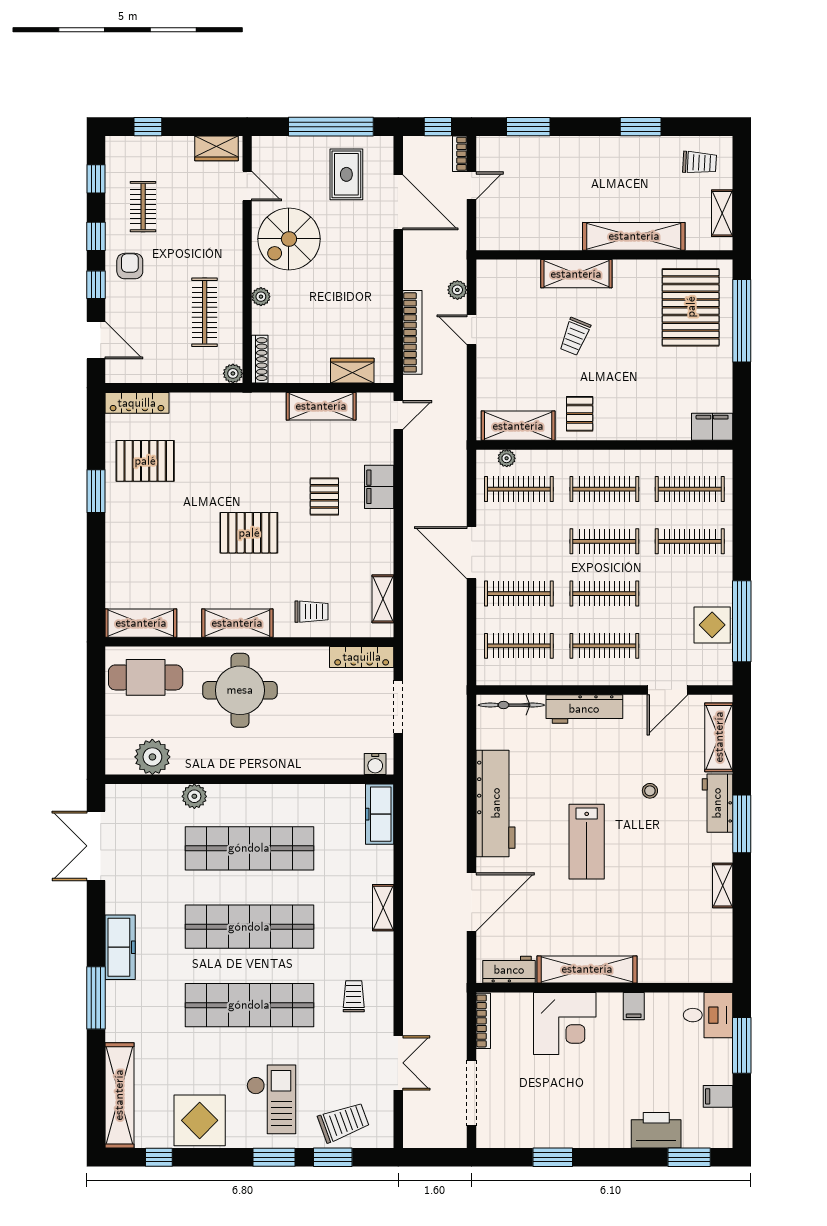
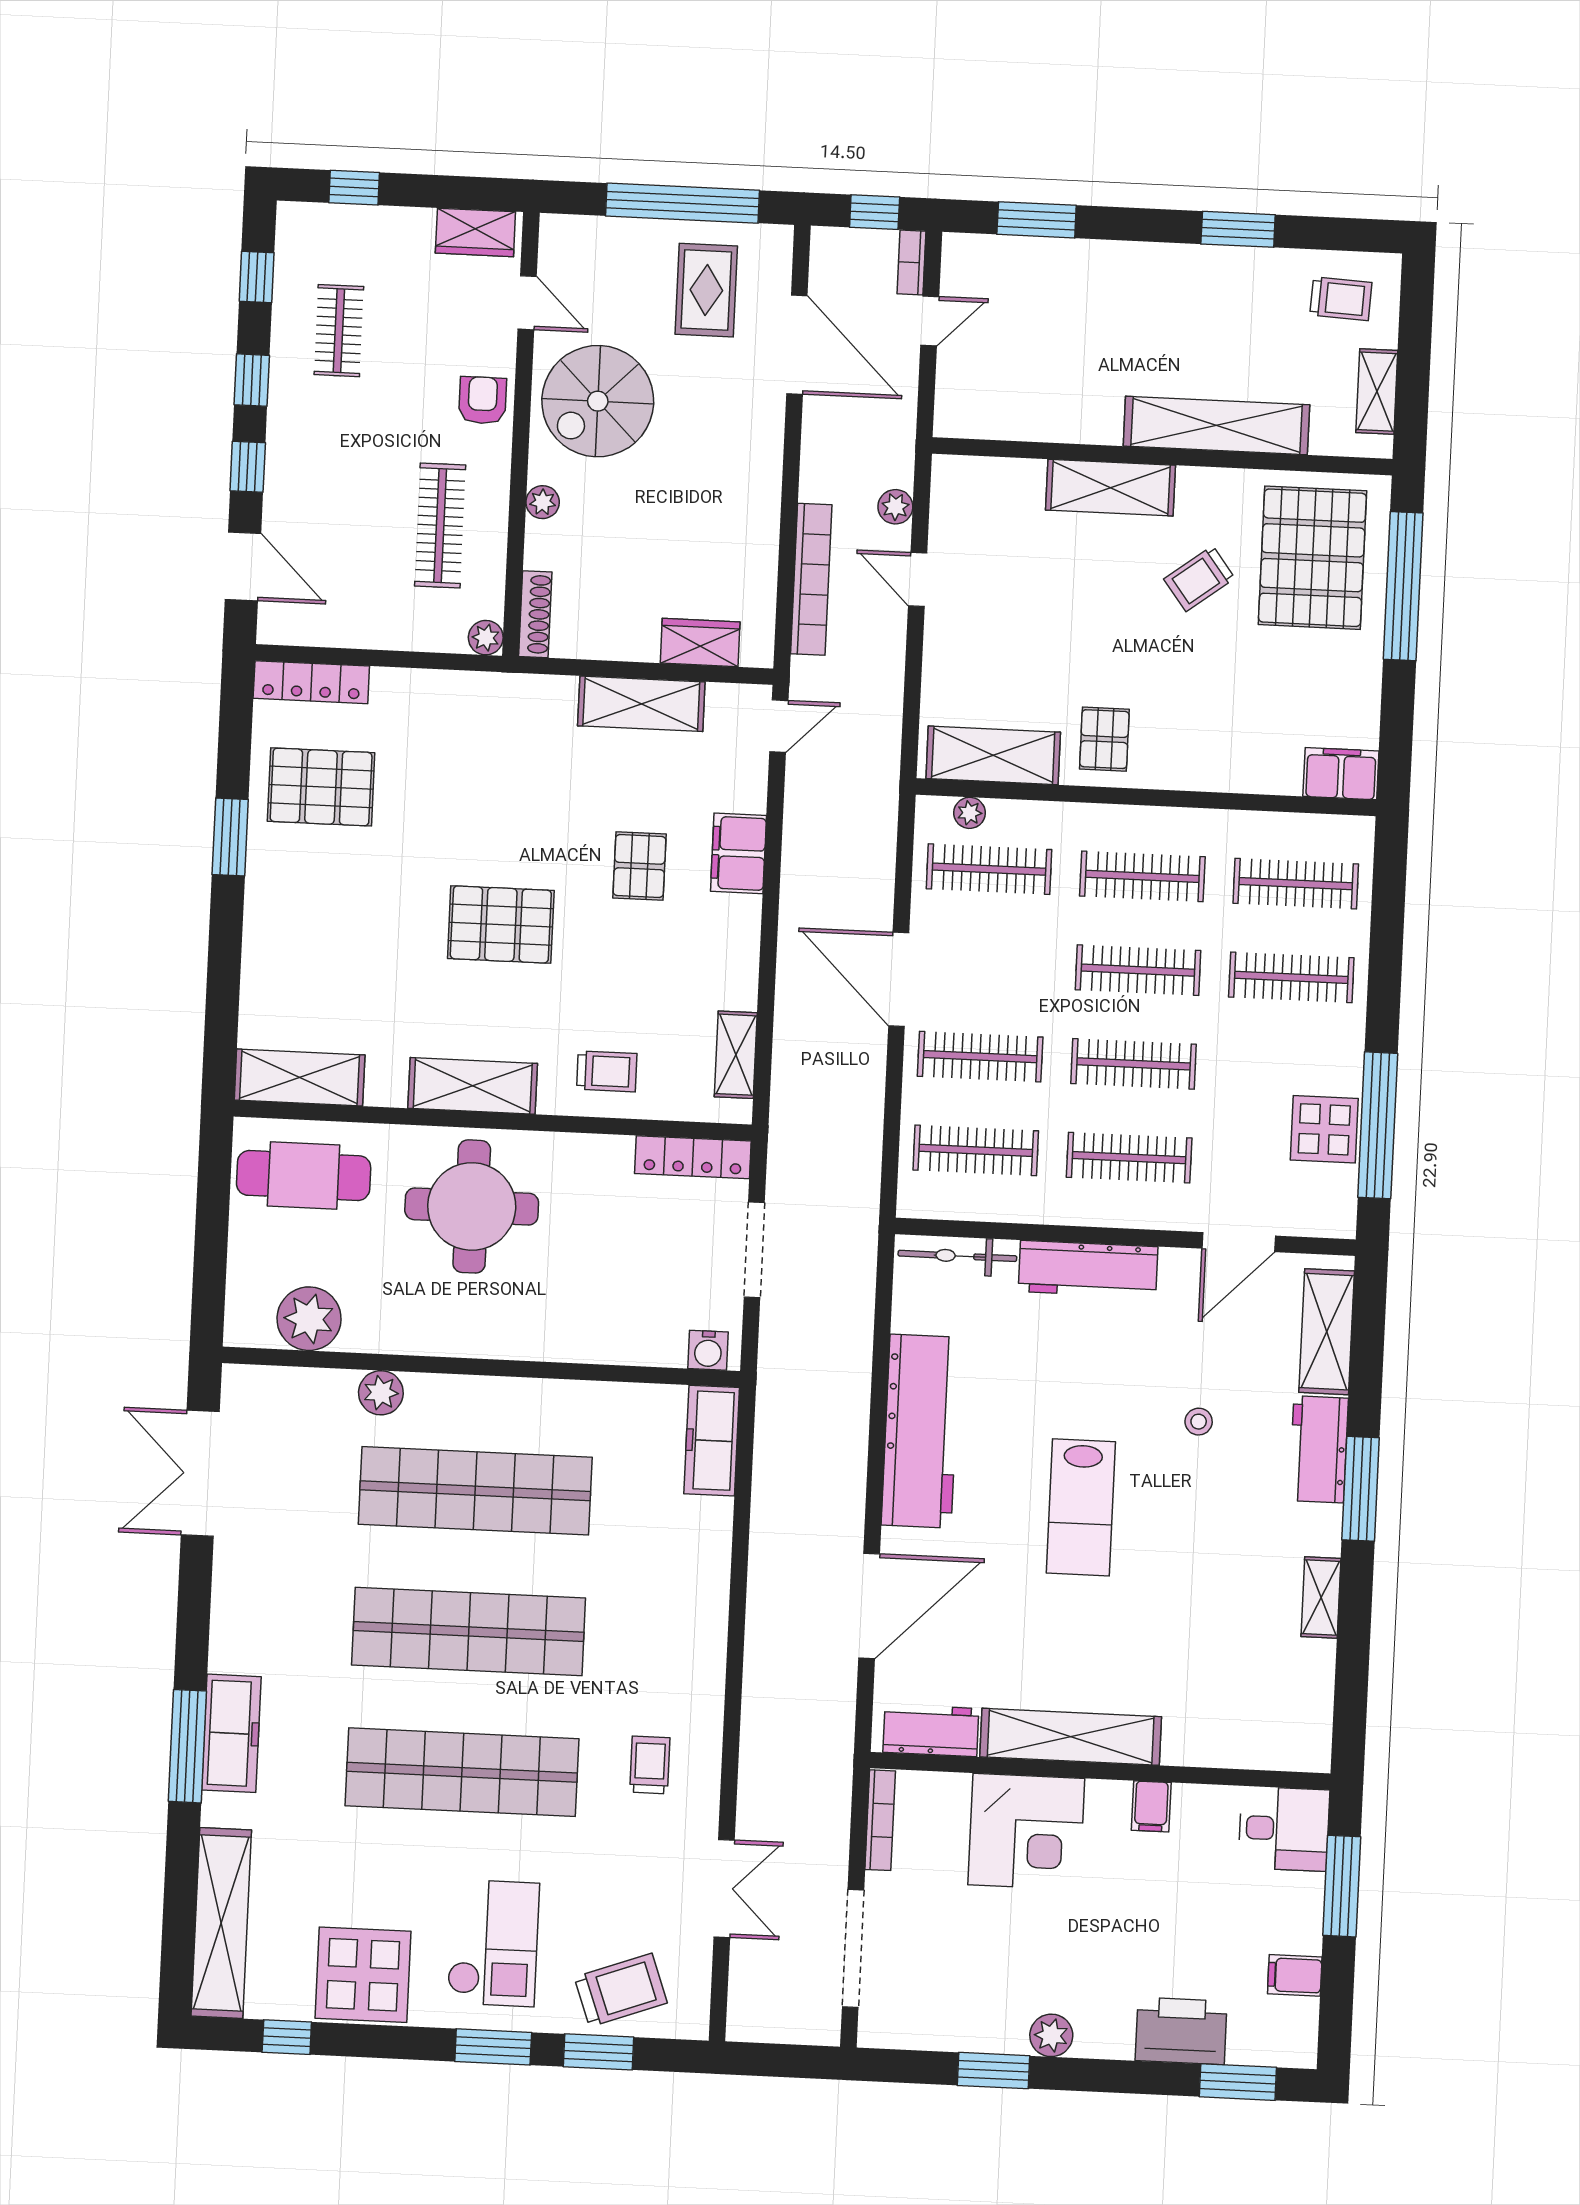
armchair: (130, 266) -> (483, 400), moved
trolley: (575, 337) -> (1199, 579), moved, turned 31
shelving: (383, 908) -> (710, 1609), removed
freezer: (120, 947) -> (231, 1733), moved
plant: (584, 1136) -> (1051, 2035), added

